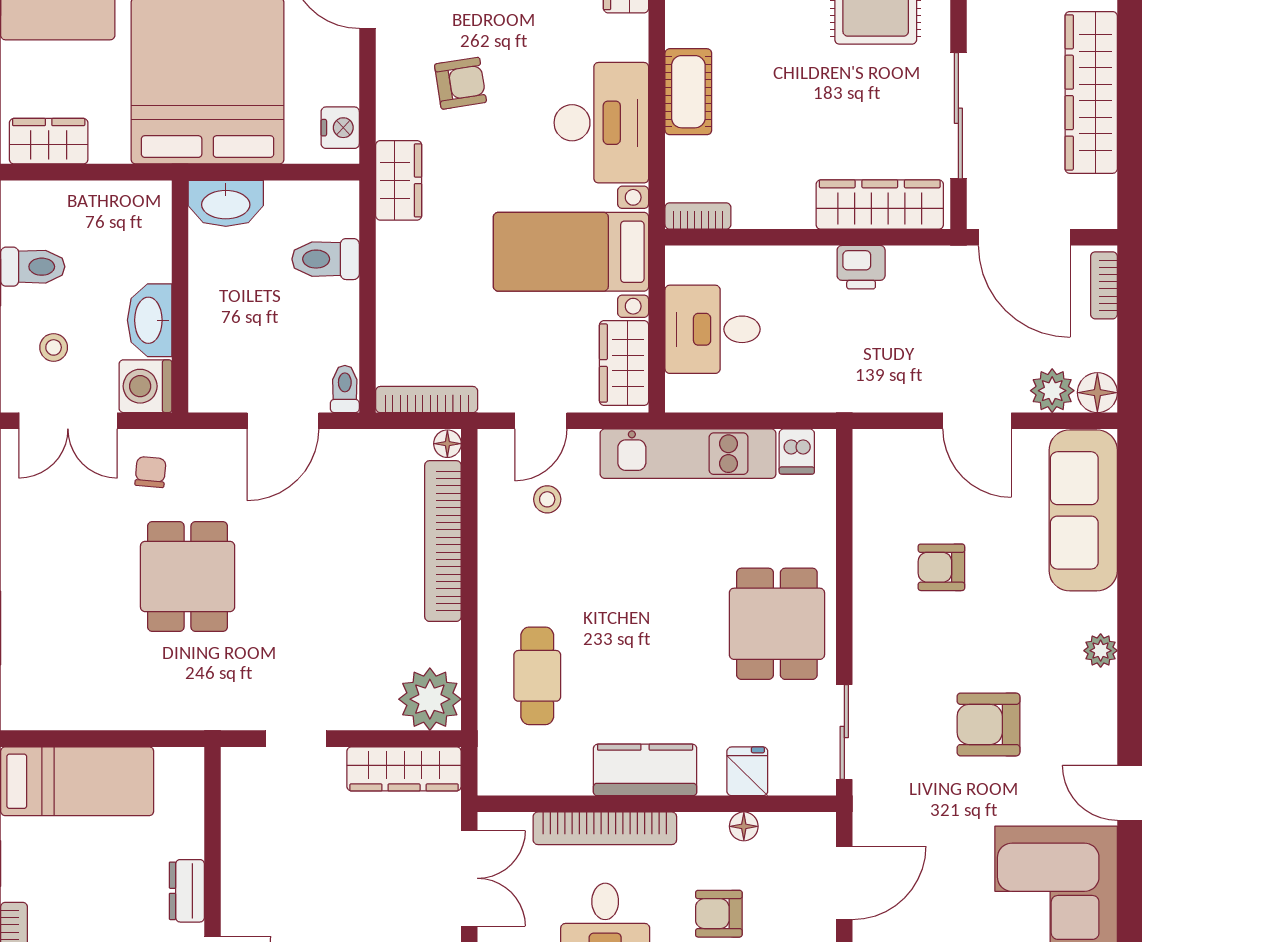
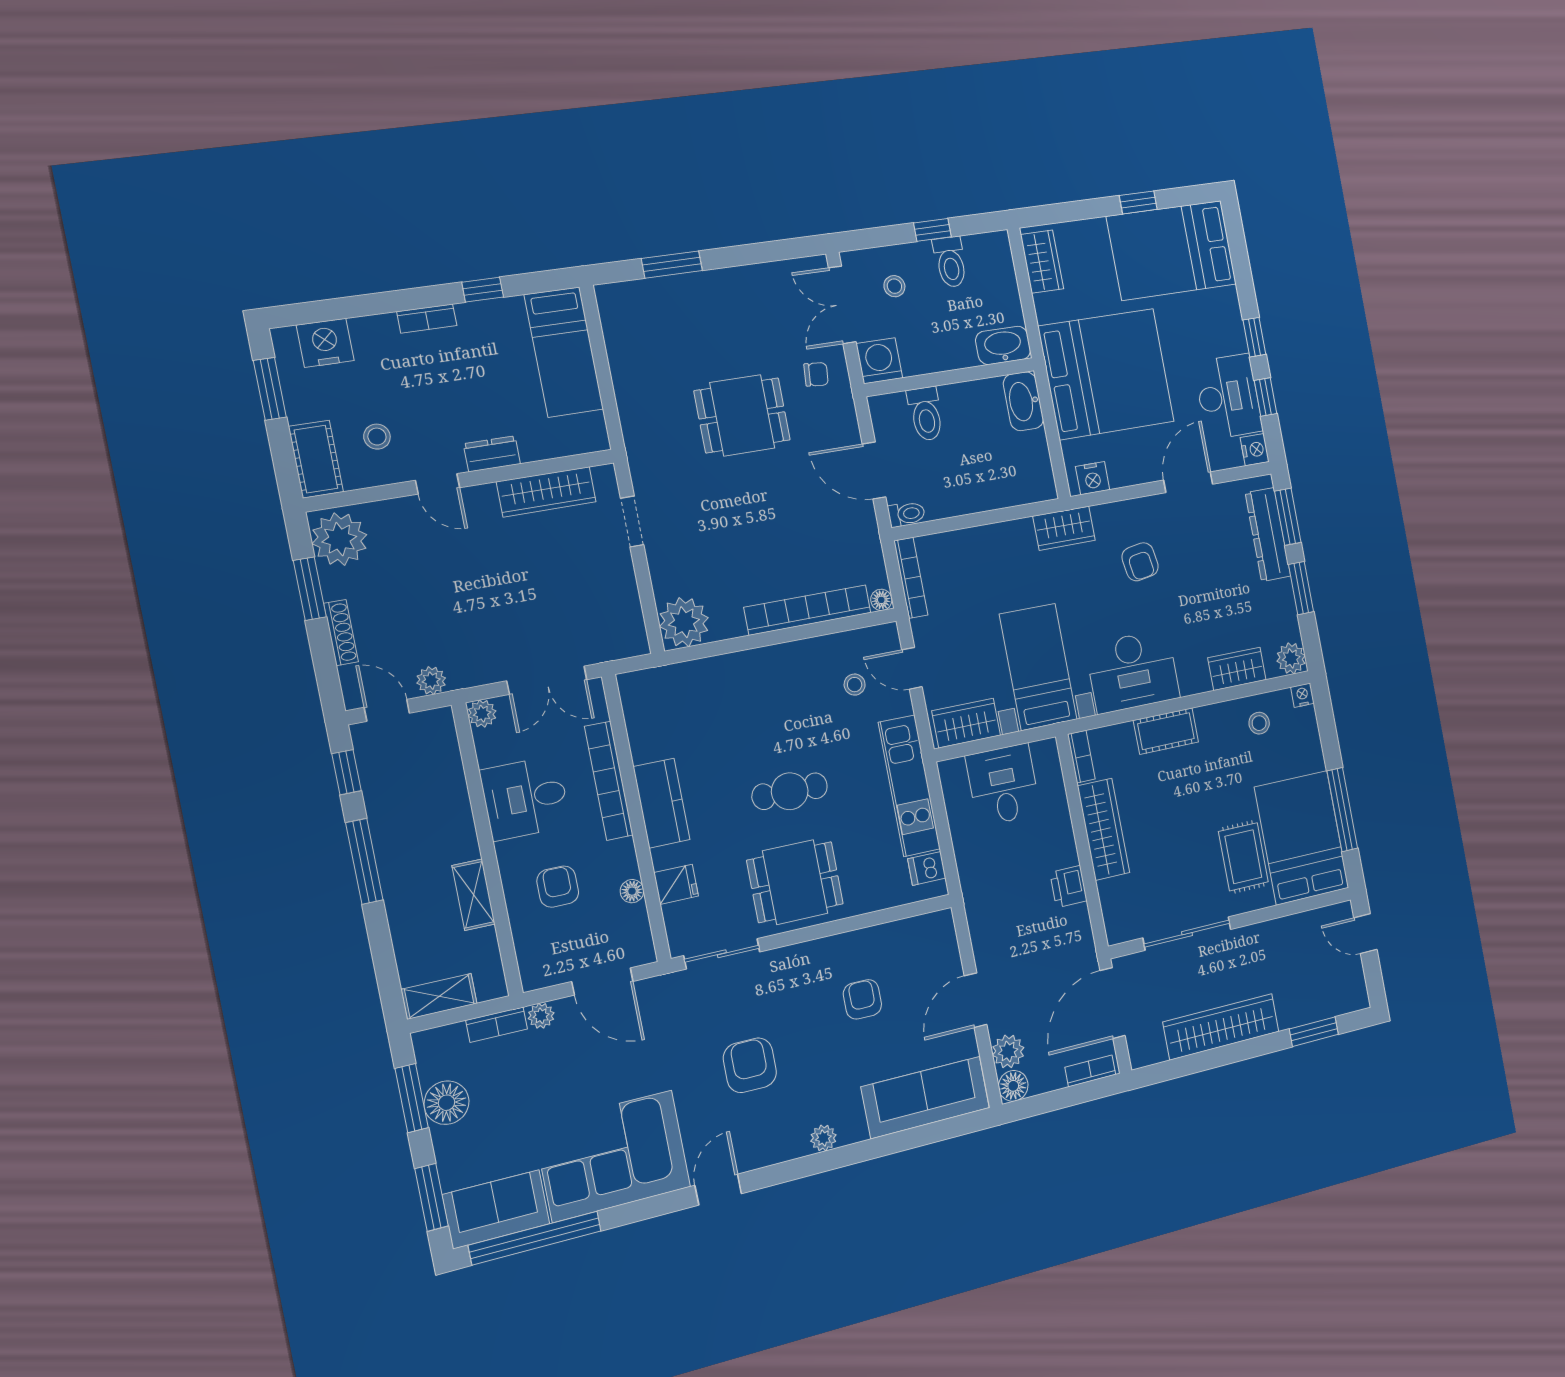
wardrobe: (880, 205) -> (1103, 829), moved
toilet: (326, 259) -> (926, 414), moved, turned 180
washbasin: (150, 320) -> (1003, 345), moved
cafe table: (537, 676) -> (790, 791), moved
wardrobe: (404, 769) -> (546, 492), moved, turned -90

